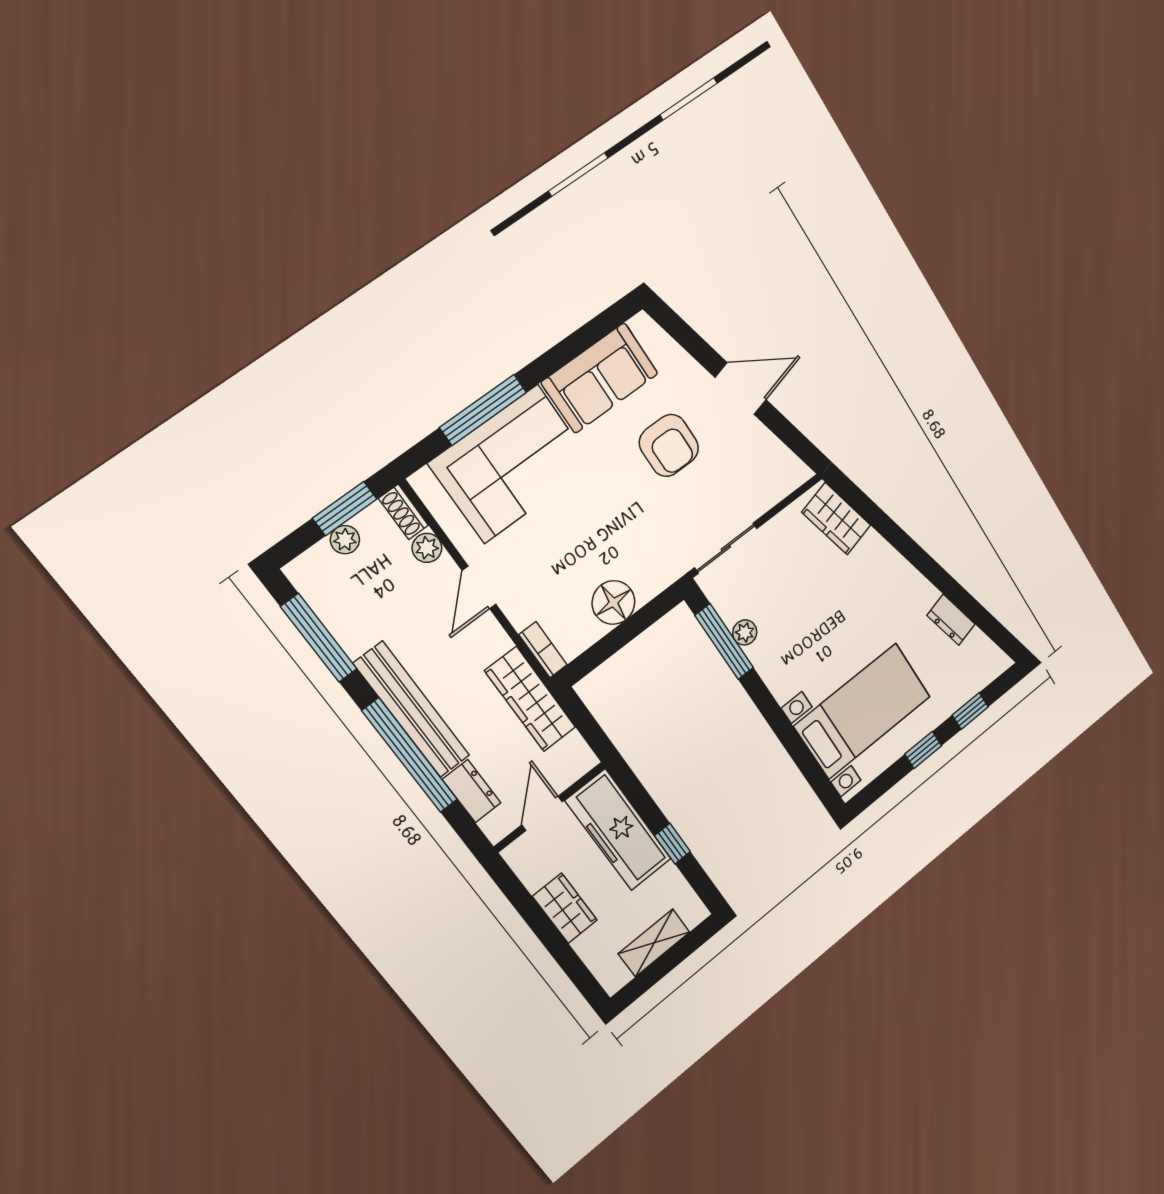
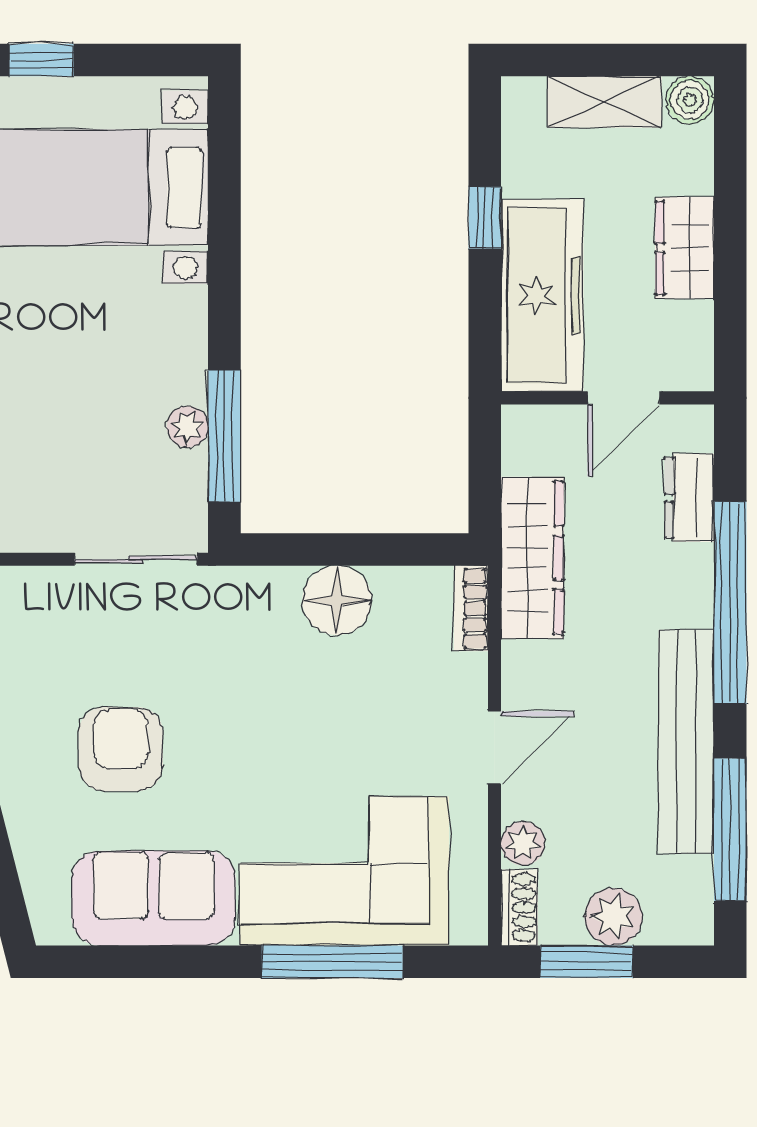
plant: (345, 540) -> (613, 917), width x1.38, depth x1.38
bench: (412, 710) -> (686, 741), moved
boiler: (614, 978) -> (690, 100), added

